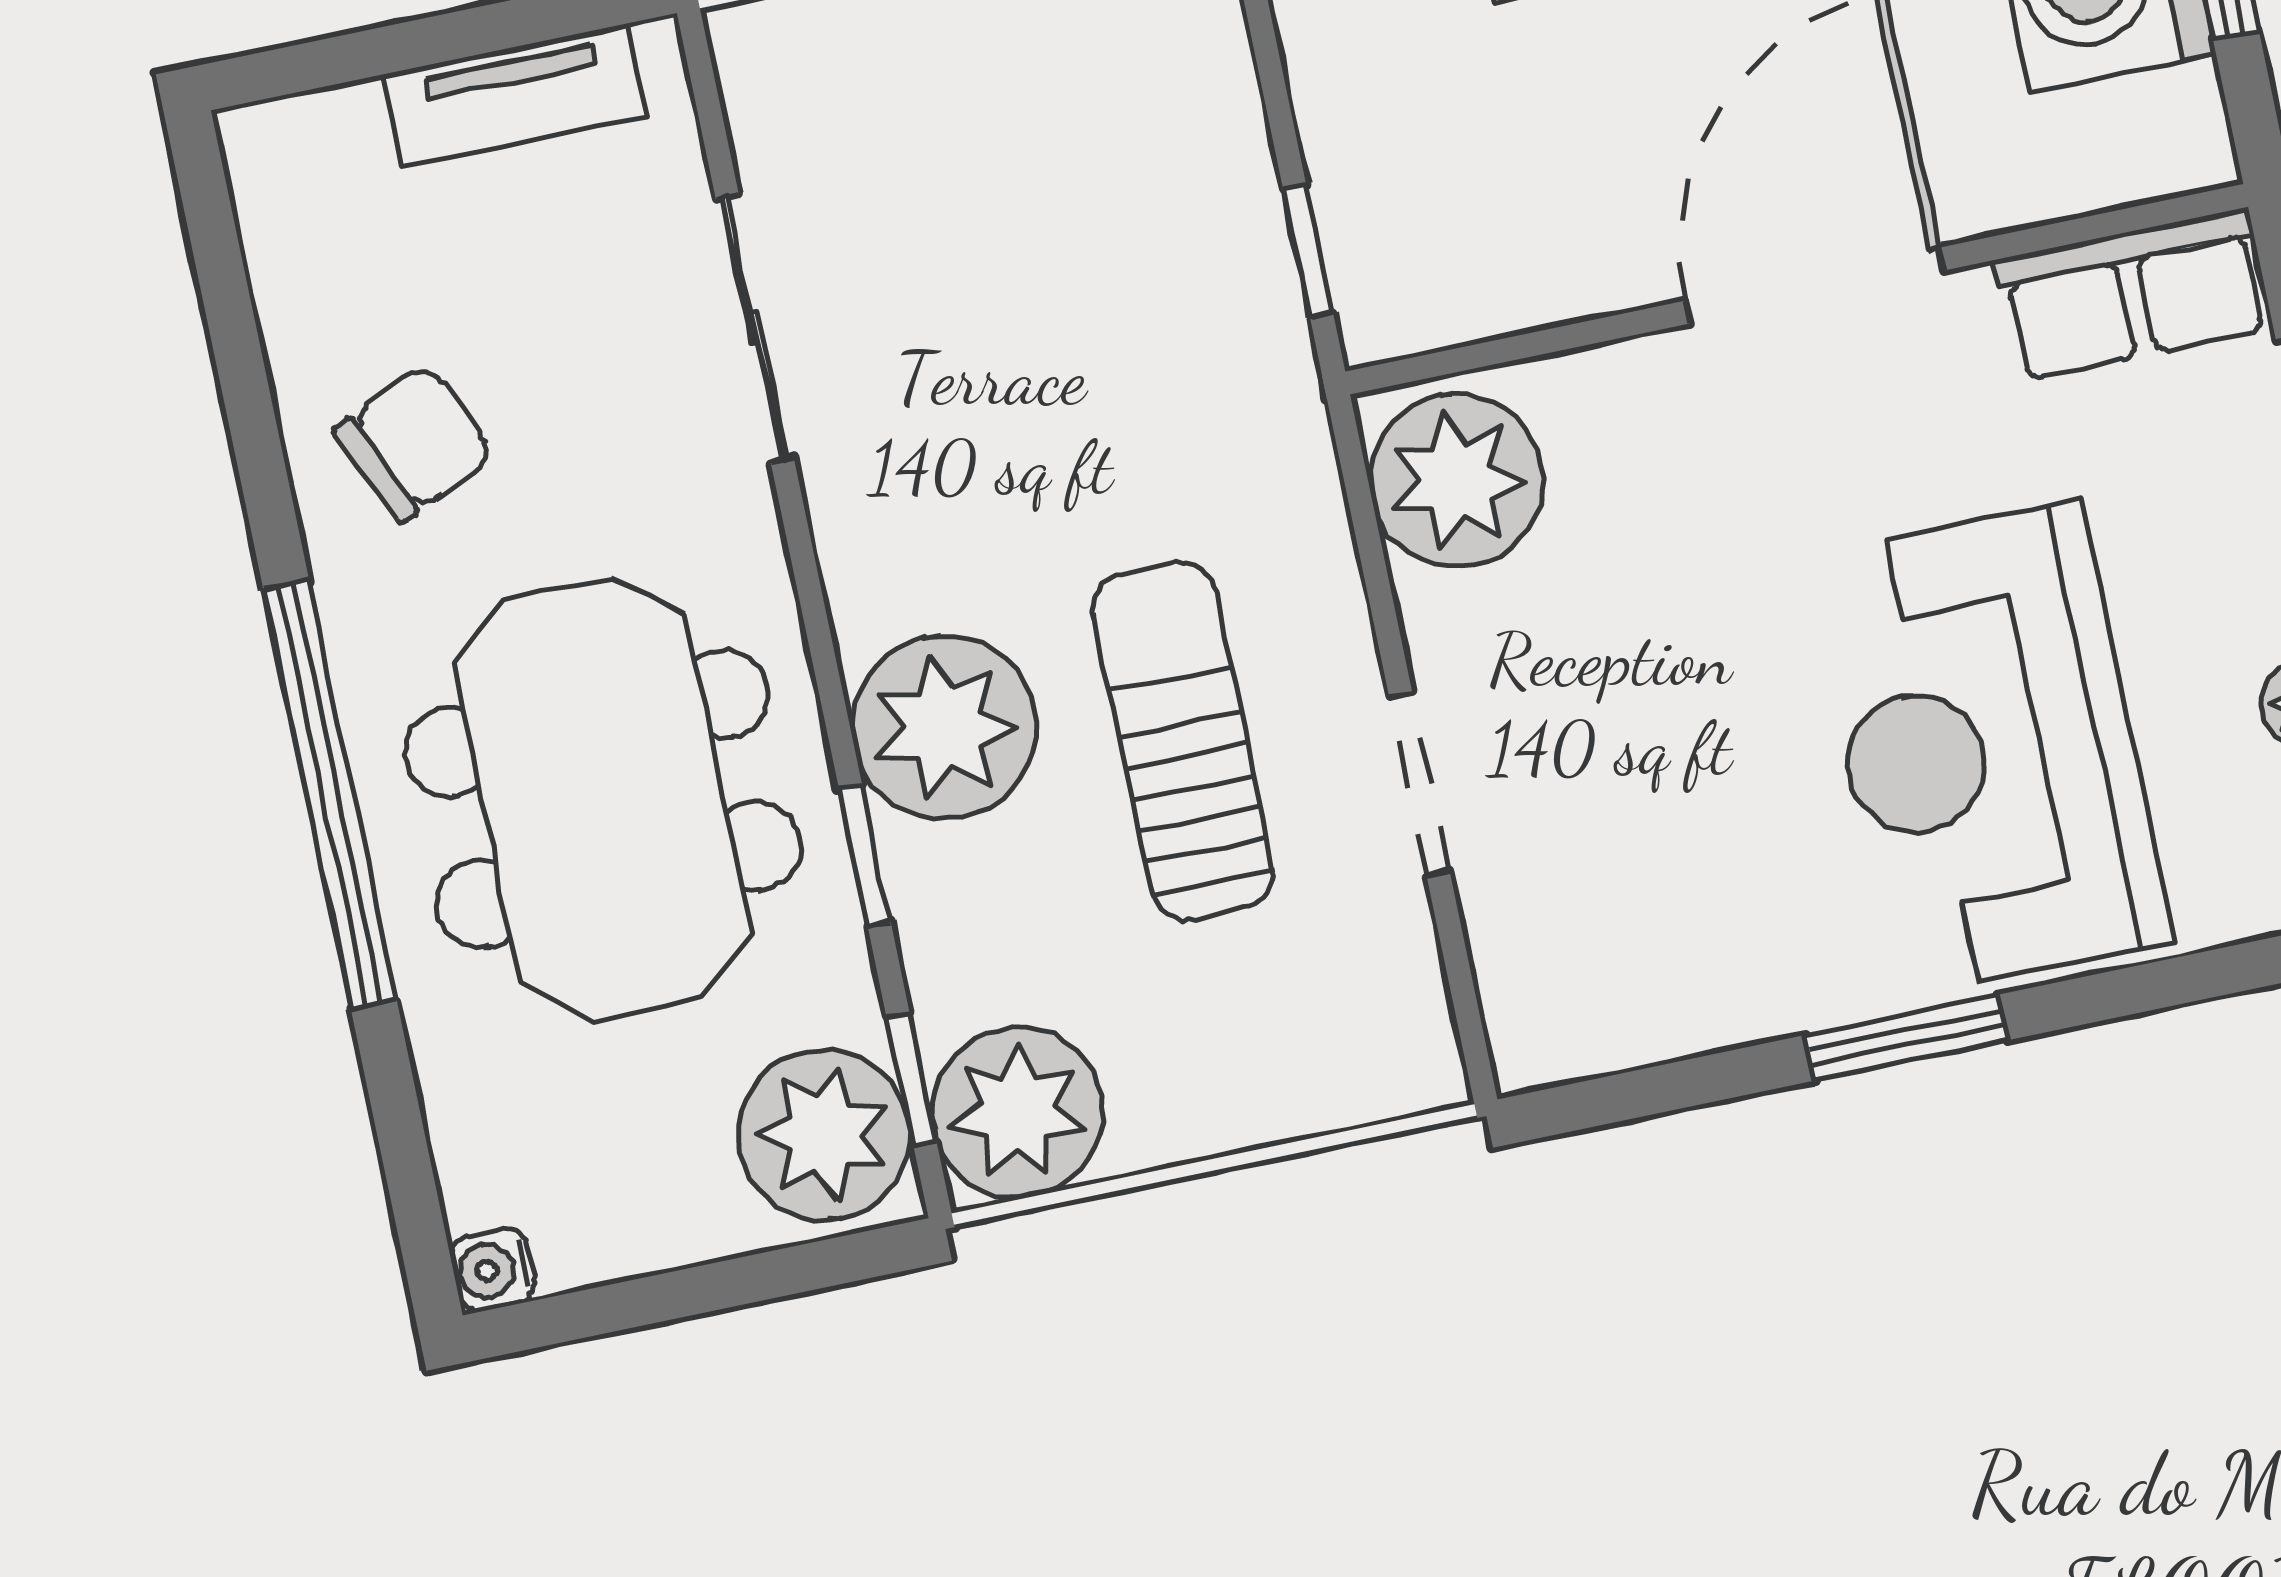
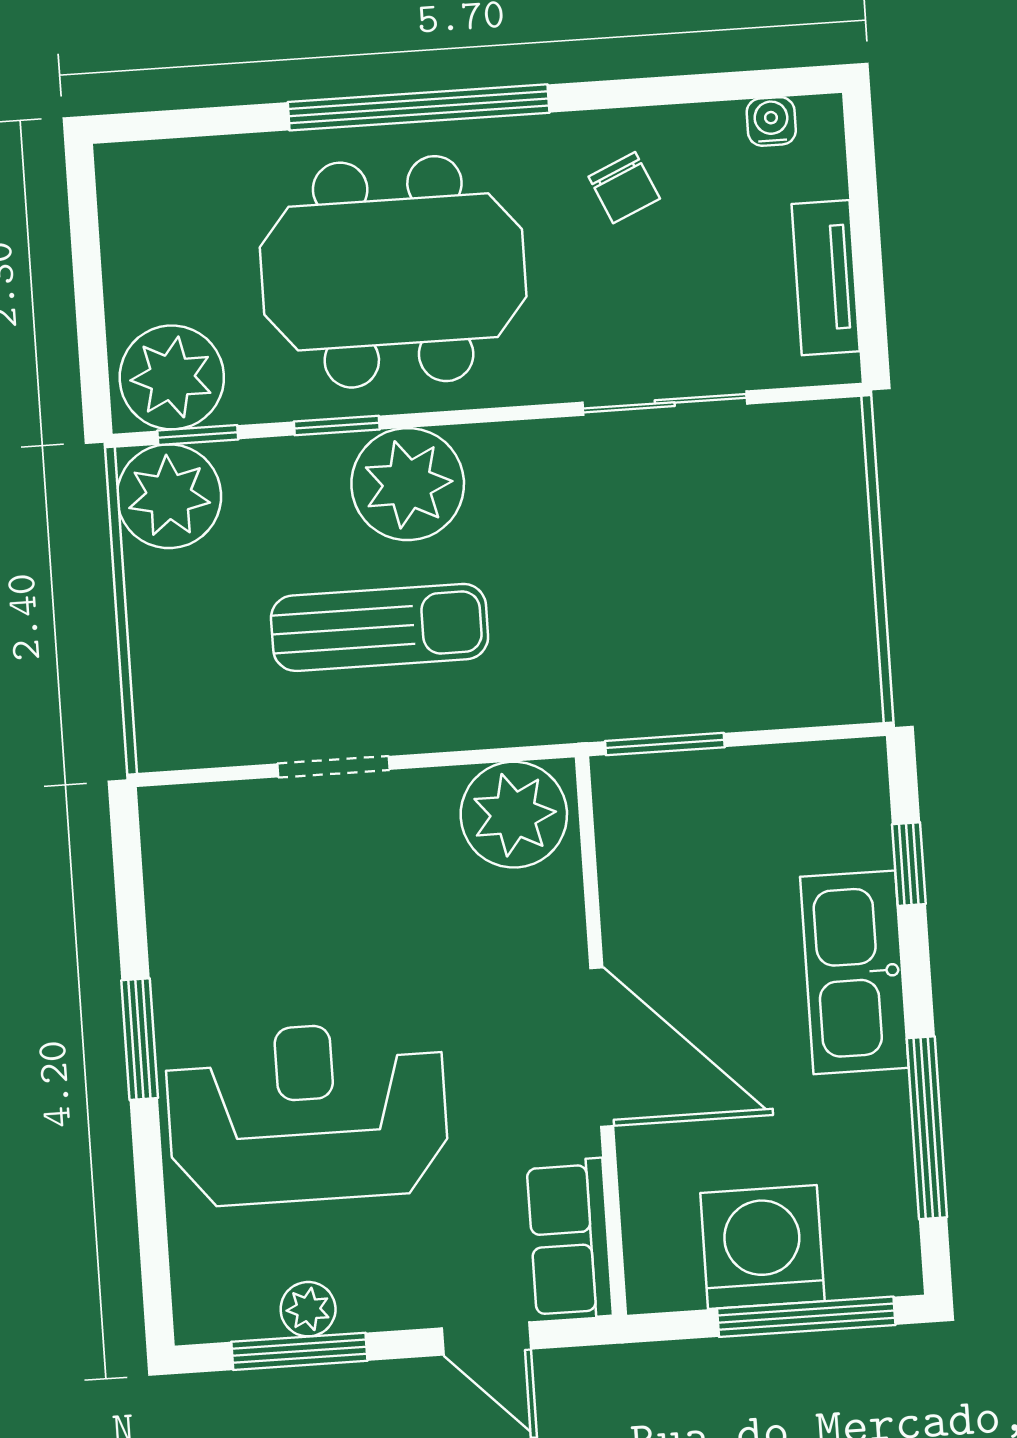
window: (1308, 251) -> (665, 744), width x1.50
chair: (414, 443) -> (624, 188), width x0.73, depth x0.73
water cooler: (493, 1269) -> (771, 121), moved

